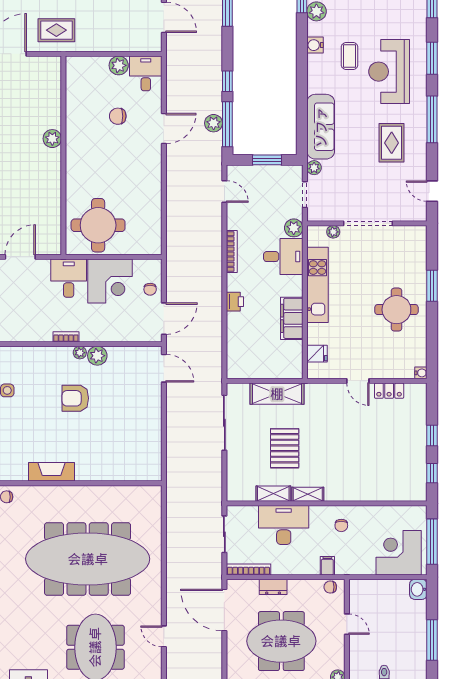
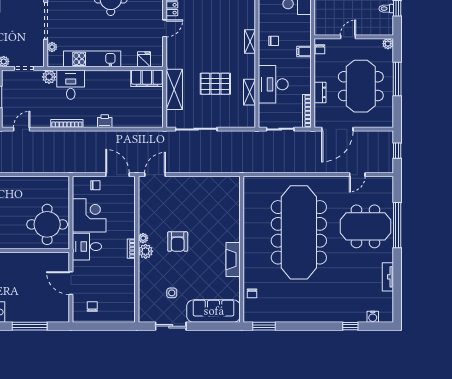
filing cabinet: (292, 318) -> (147, 78), moved
plant: (97, 356) -> (146, 251), moved
shelving: (308, 494) -> (250, 42), moved

